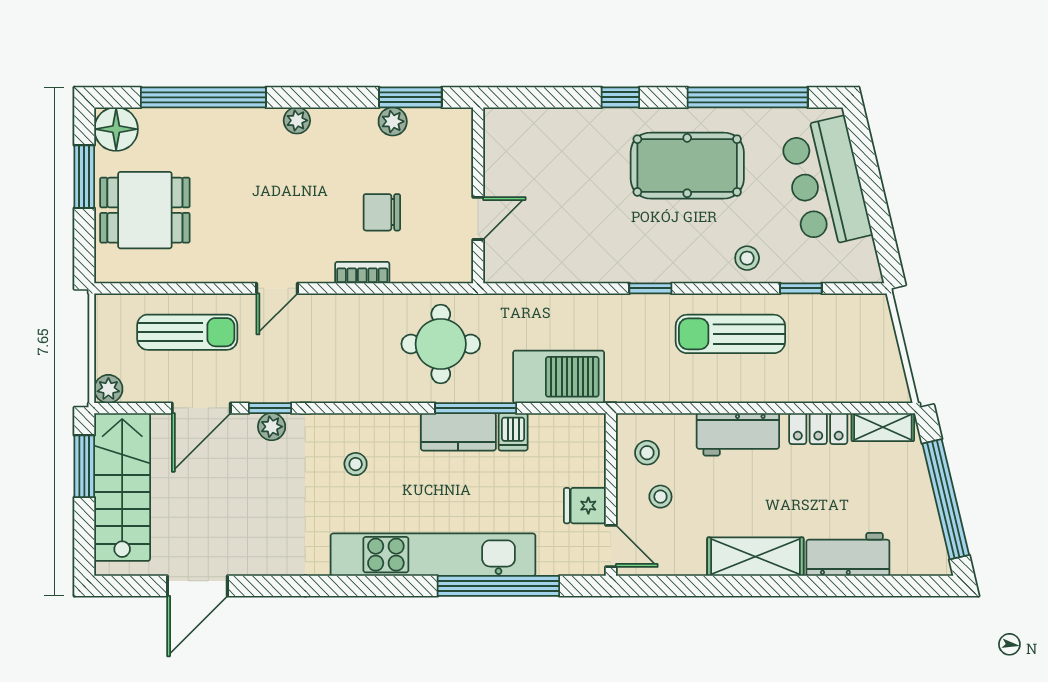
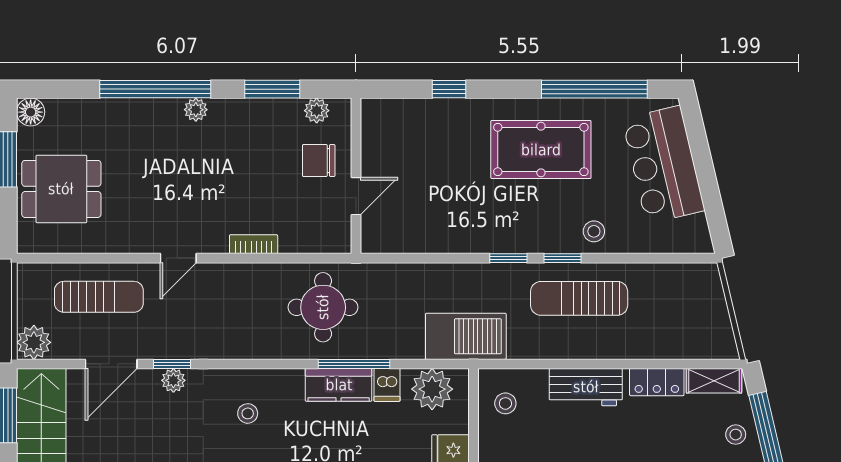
window: (203, 97) -> (155, 89), moved
window: (410, 97) -> (272, 89), moved
window: (620, 97) -> (449, 89), moved
plant: (393, 121) -> (317, 111), moved
floor lamp: (116, 129) -> (31, 112), width x0.73, depth x0.73
chair: (382, 212) -> (319, 161), moved
window: (801, 288) -> (563, 258), moved
barbecue: (559, 377) -> (466, 336), moved
plant: (108, 389) -> (34, 342), width x1.38, depth x1.38
plant: (564, 436) -> (432, 389), added
stool: (660, 497) -> (736, 435), moved

